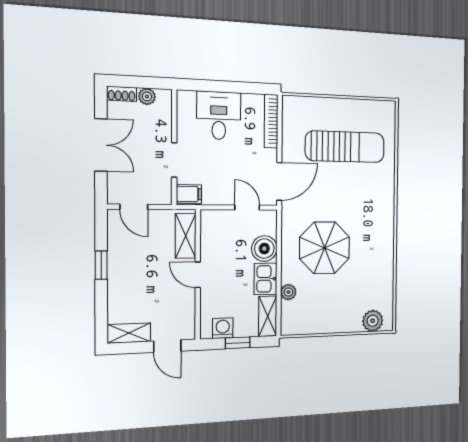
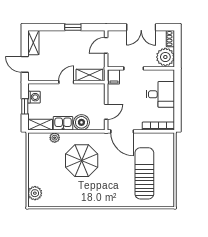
plant: (147, 96) -> (165, 57), width x1.87, depth x1.87
sun lounger: (345, 147) -> (144, 173), turned 180
door: (167, 346) -> (25, 64), hinge flipped

